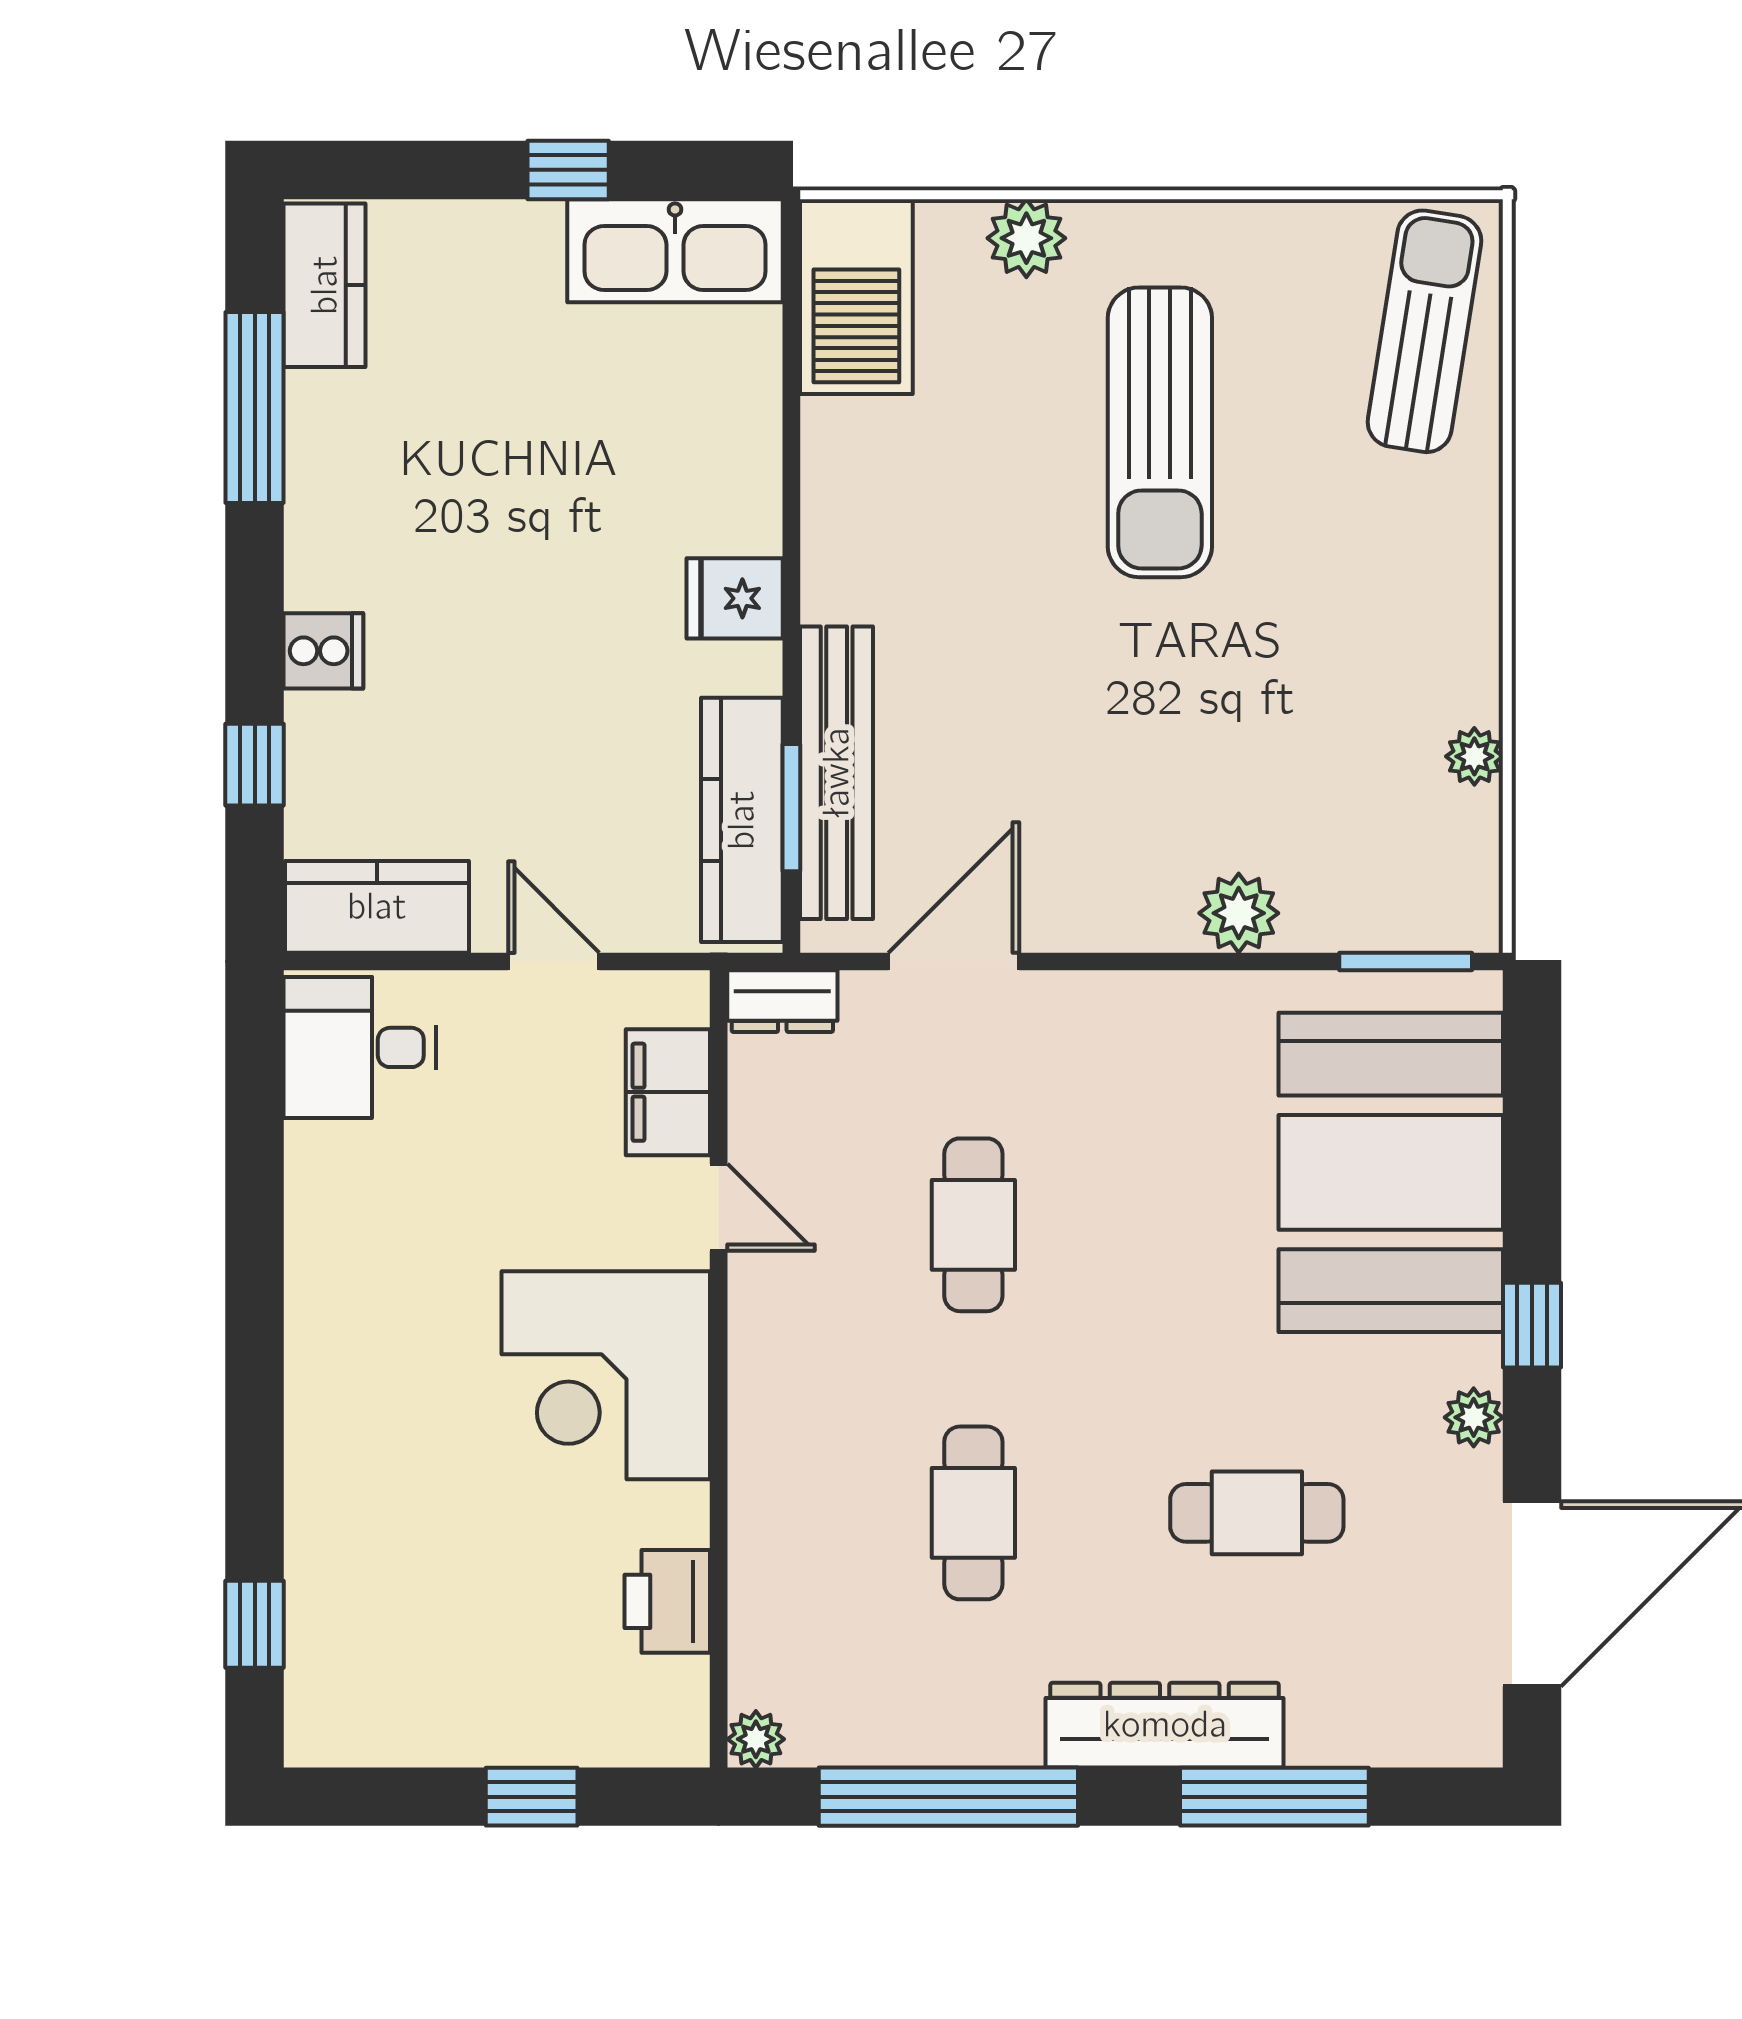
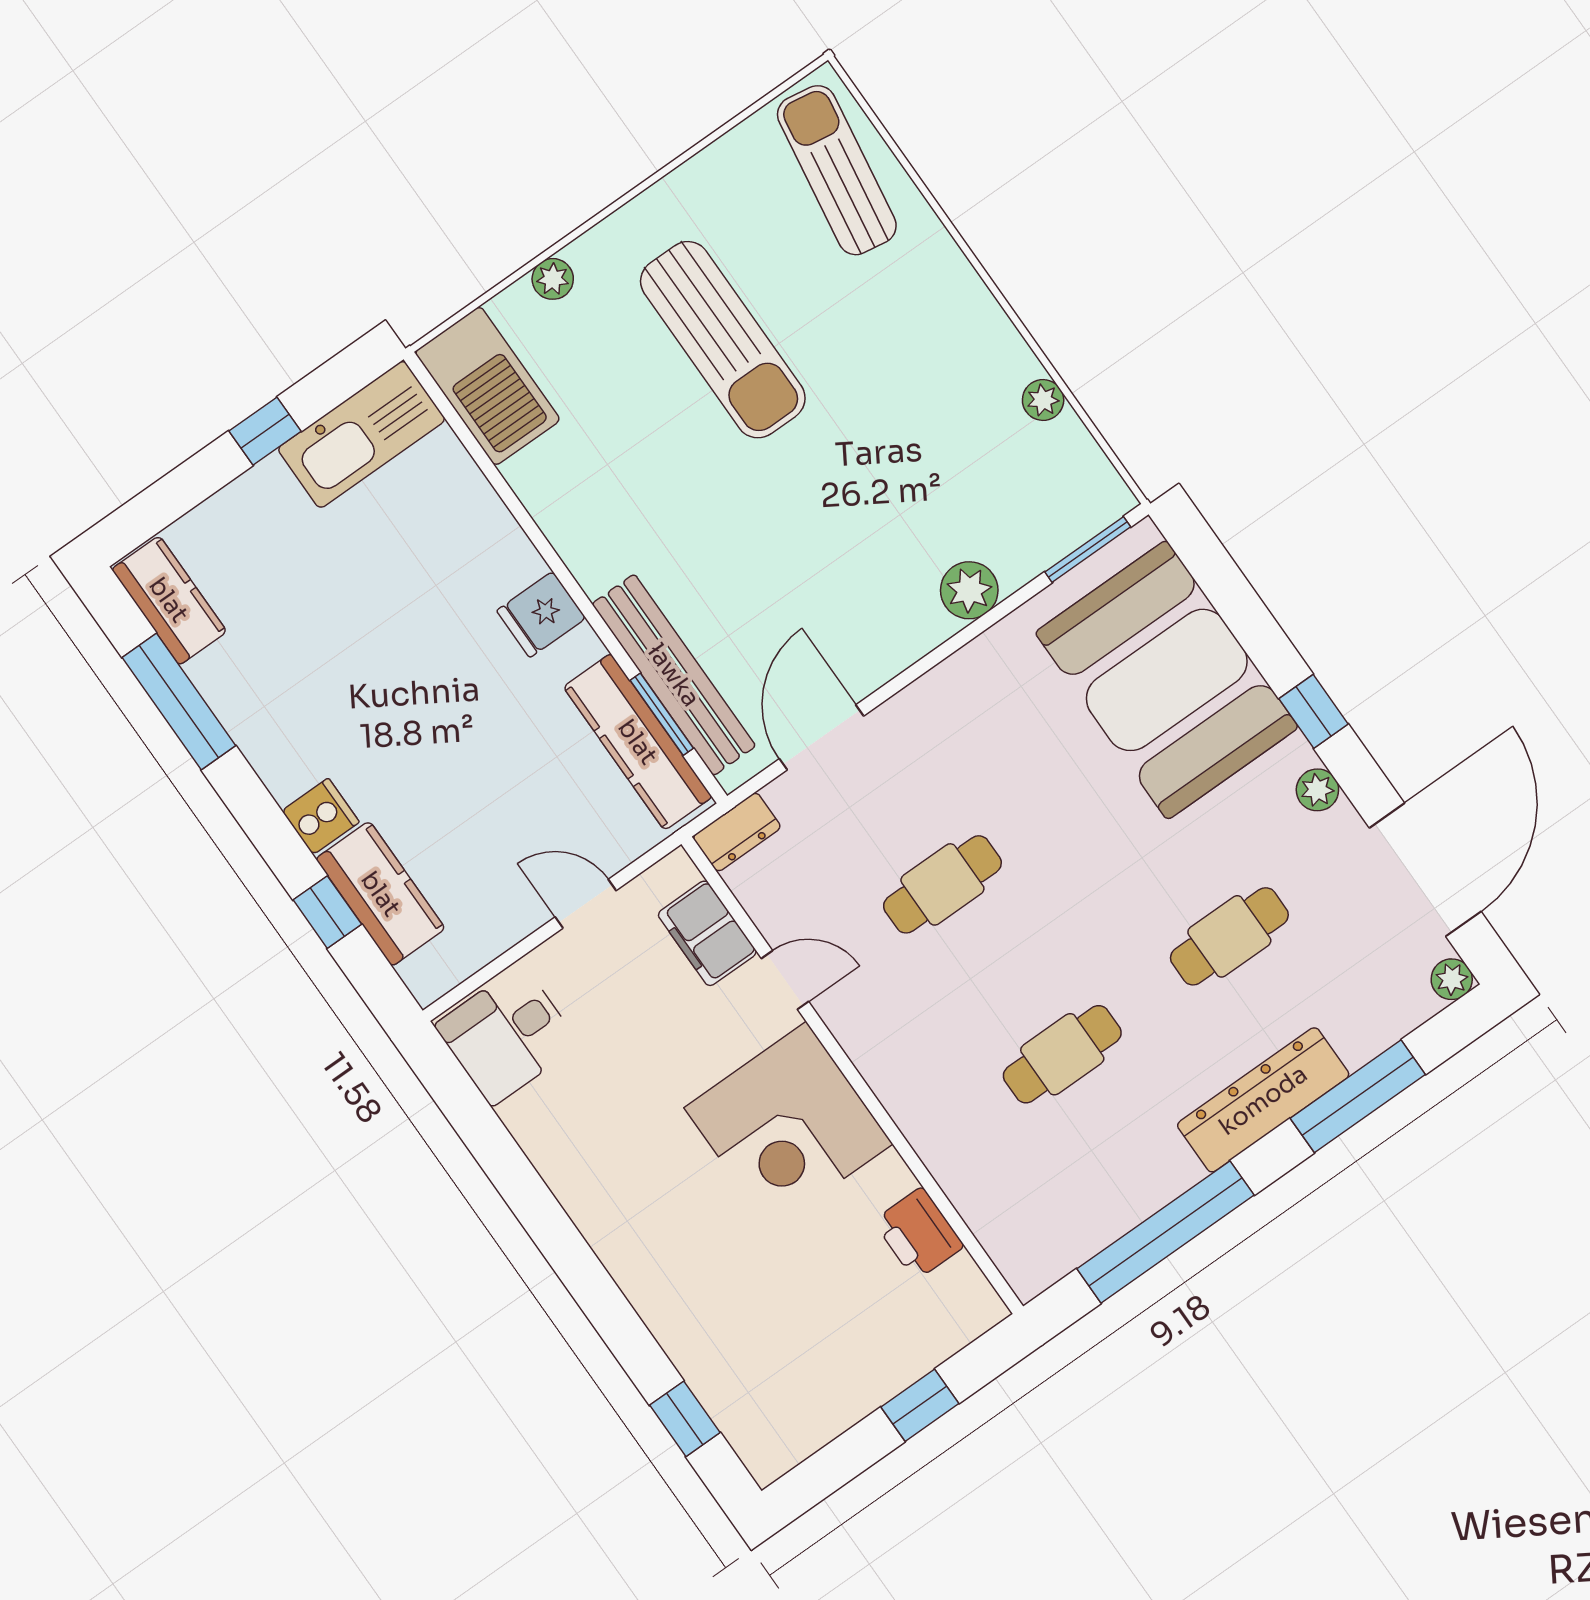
plant: (1026, 238) -> (553, 279), width x0.73, depth x0.73
kitchen counter: (377, 907) -> (381, 894), moved, turned 90
cafe table: (973, 1225) -> (942, 884), turned 90
cafe table: (973, 1513) -> (1062, 1054), turned 90
plant: (756, 1739) -> (1452, 979), moved

